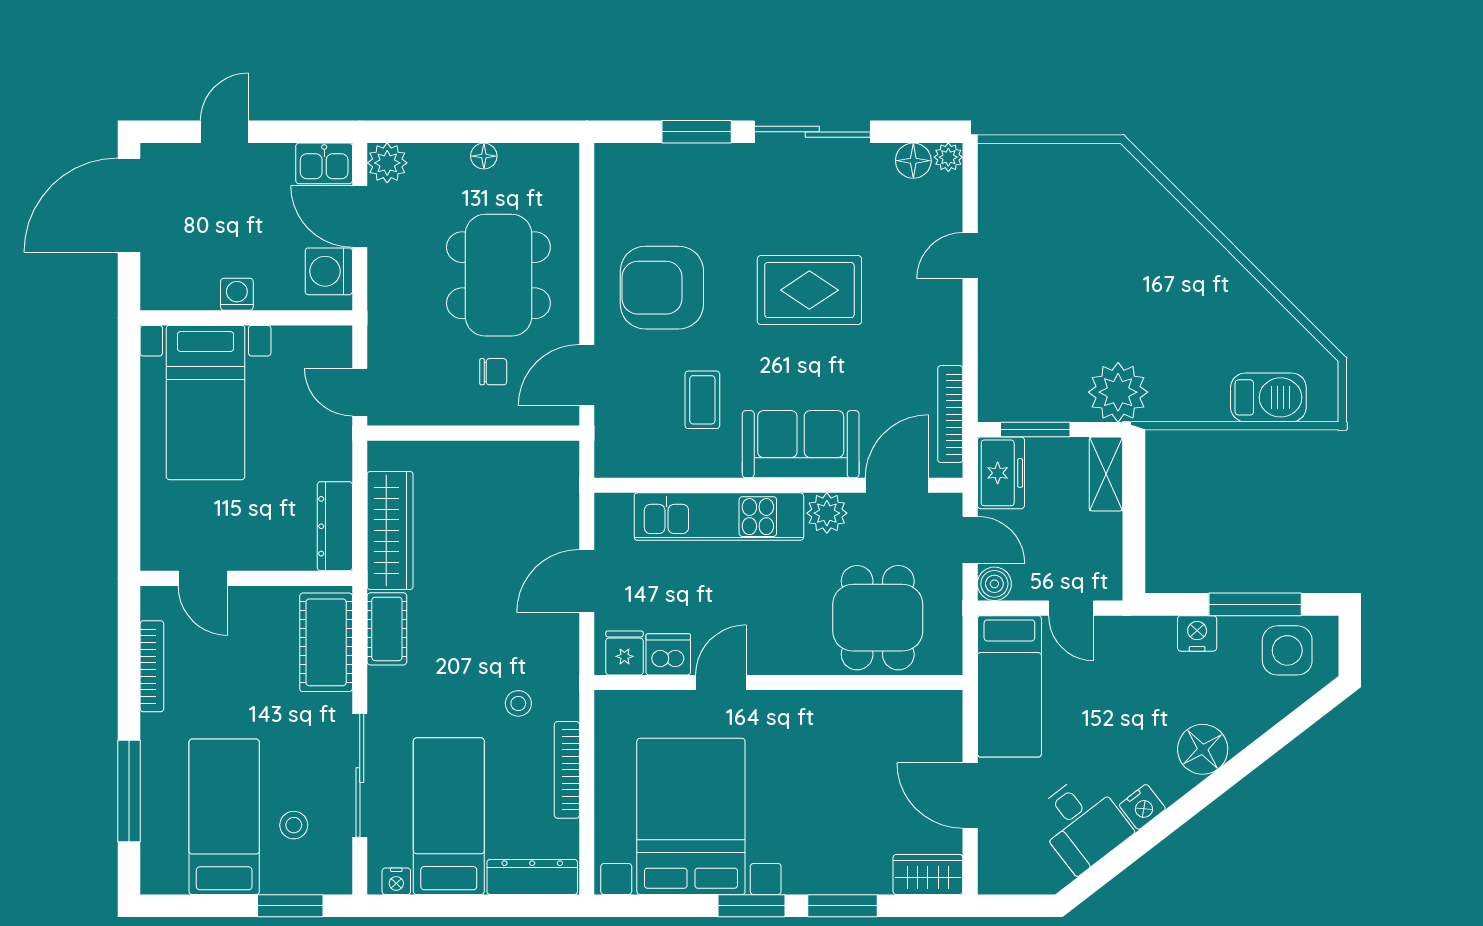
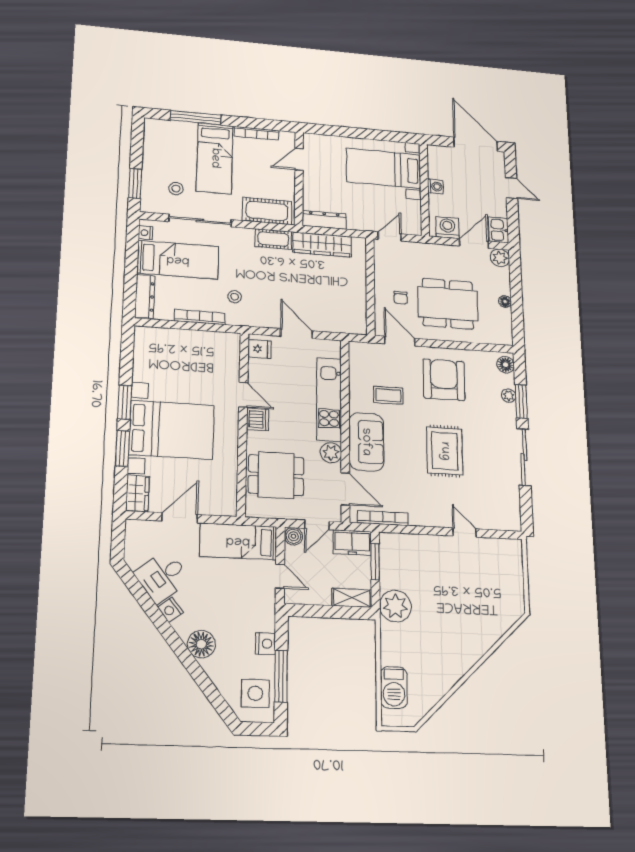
plant: (948, 157) -> (509, 396), moved
floor lamp: (913, 161) -> (506, 365), moved
door: (1071, 608) -> (280, 576), swing flipped
dishwasher: (668, 654) -> (258, 419), moved
bed with nightstands: (691, 816) -> (172, 430), moved
bed: (224, 817) -> (215, 158), moved, turned 90

